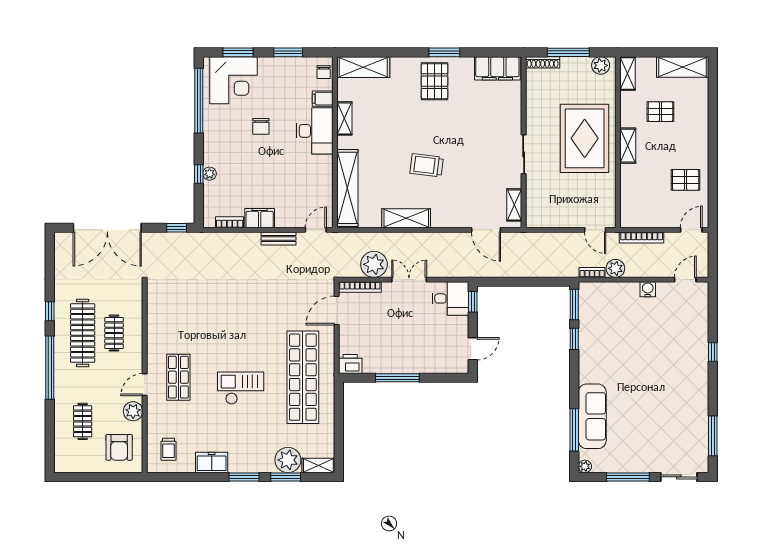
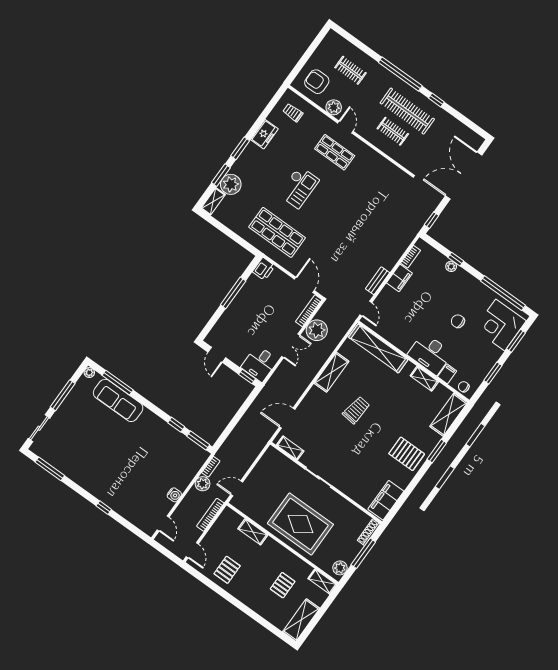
window: (444, 52) -> (437, 451), moved
shelving: (628, 146) -> (253, 532), moved
shop shelf: (303, 377) -> (277, 232), width x0.71

